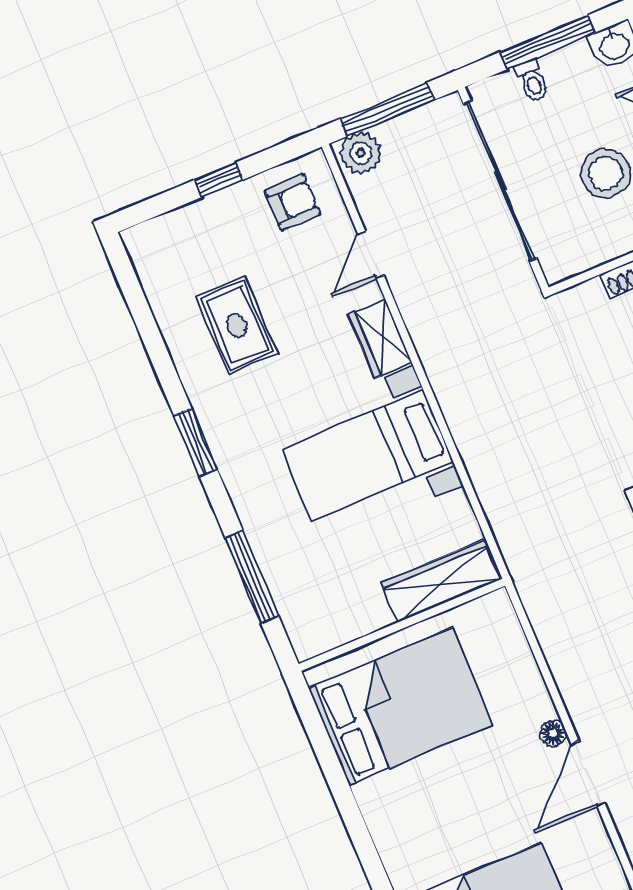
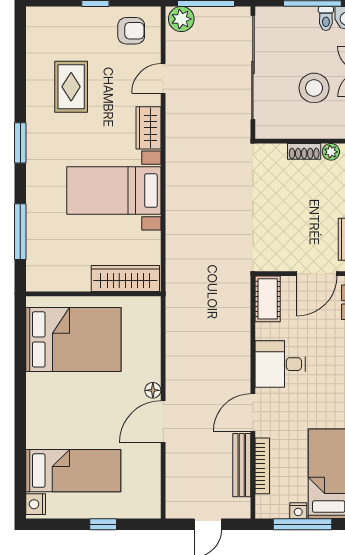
toilet: (532, 80) -> (326, 18), moved

